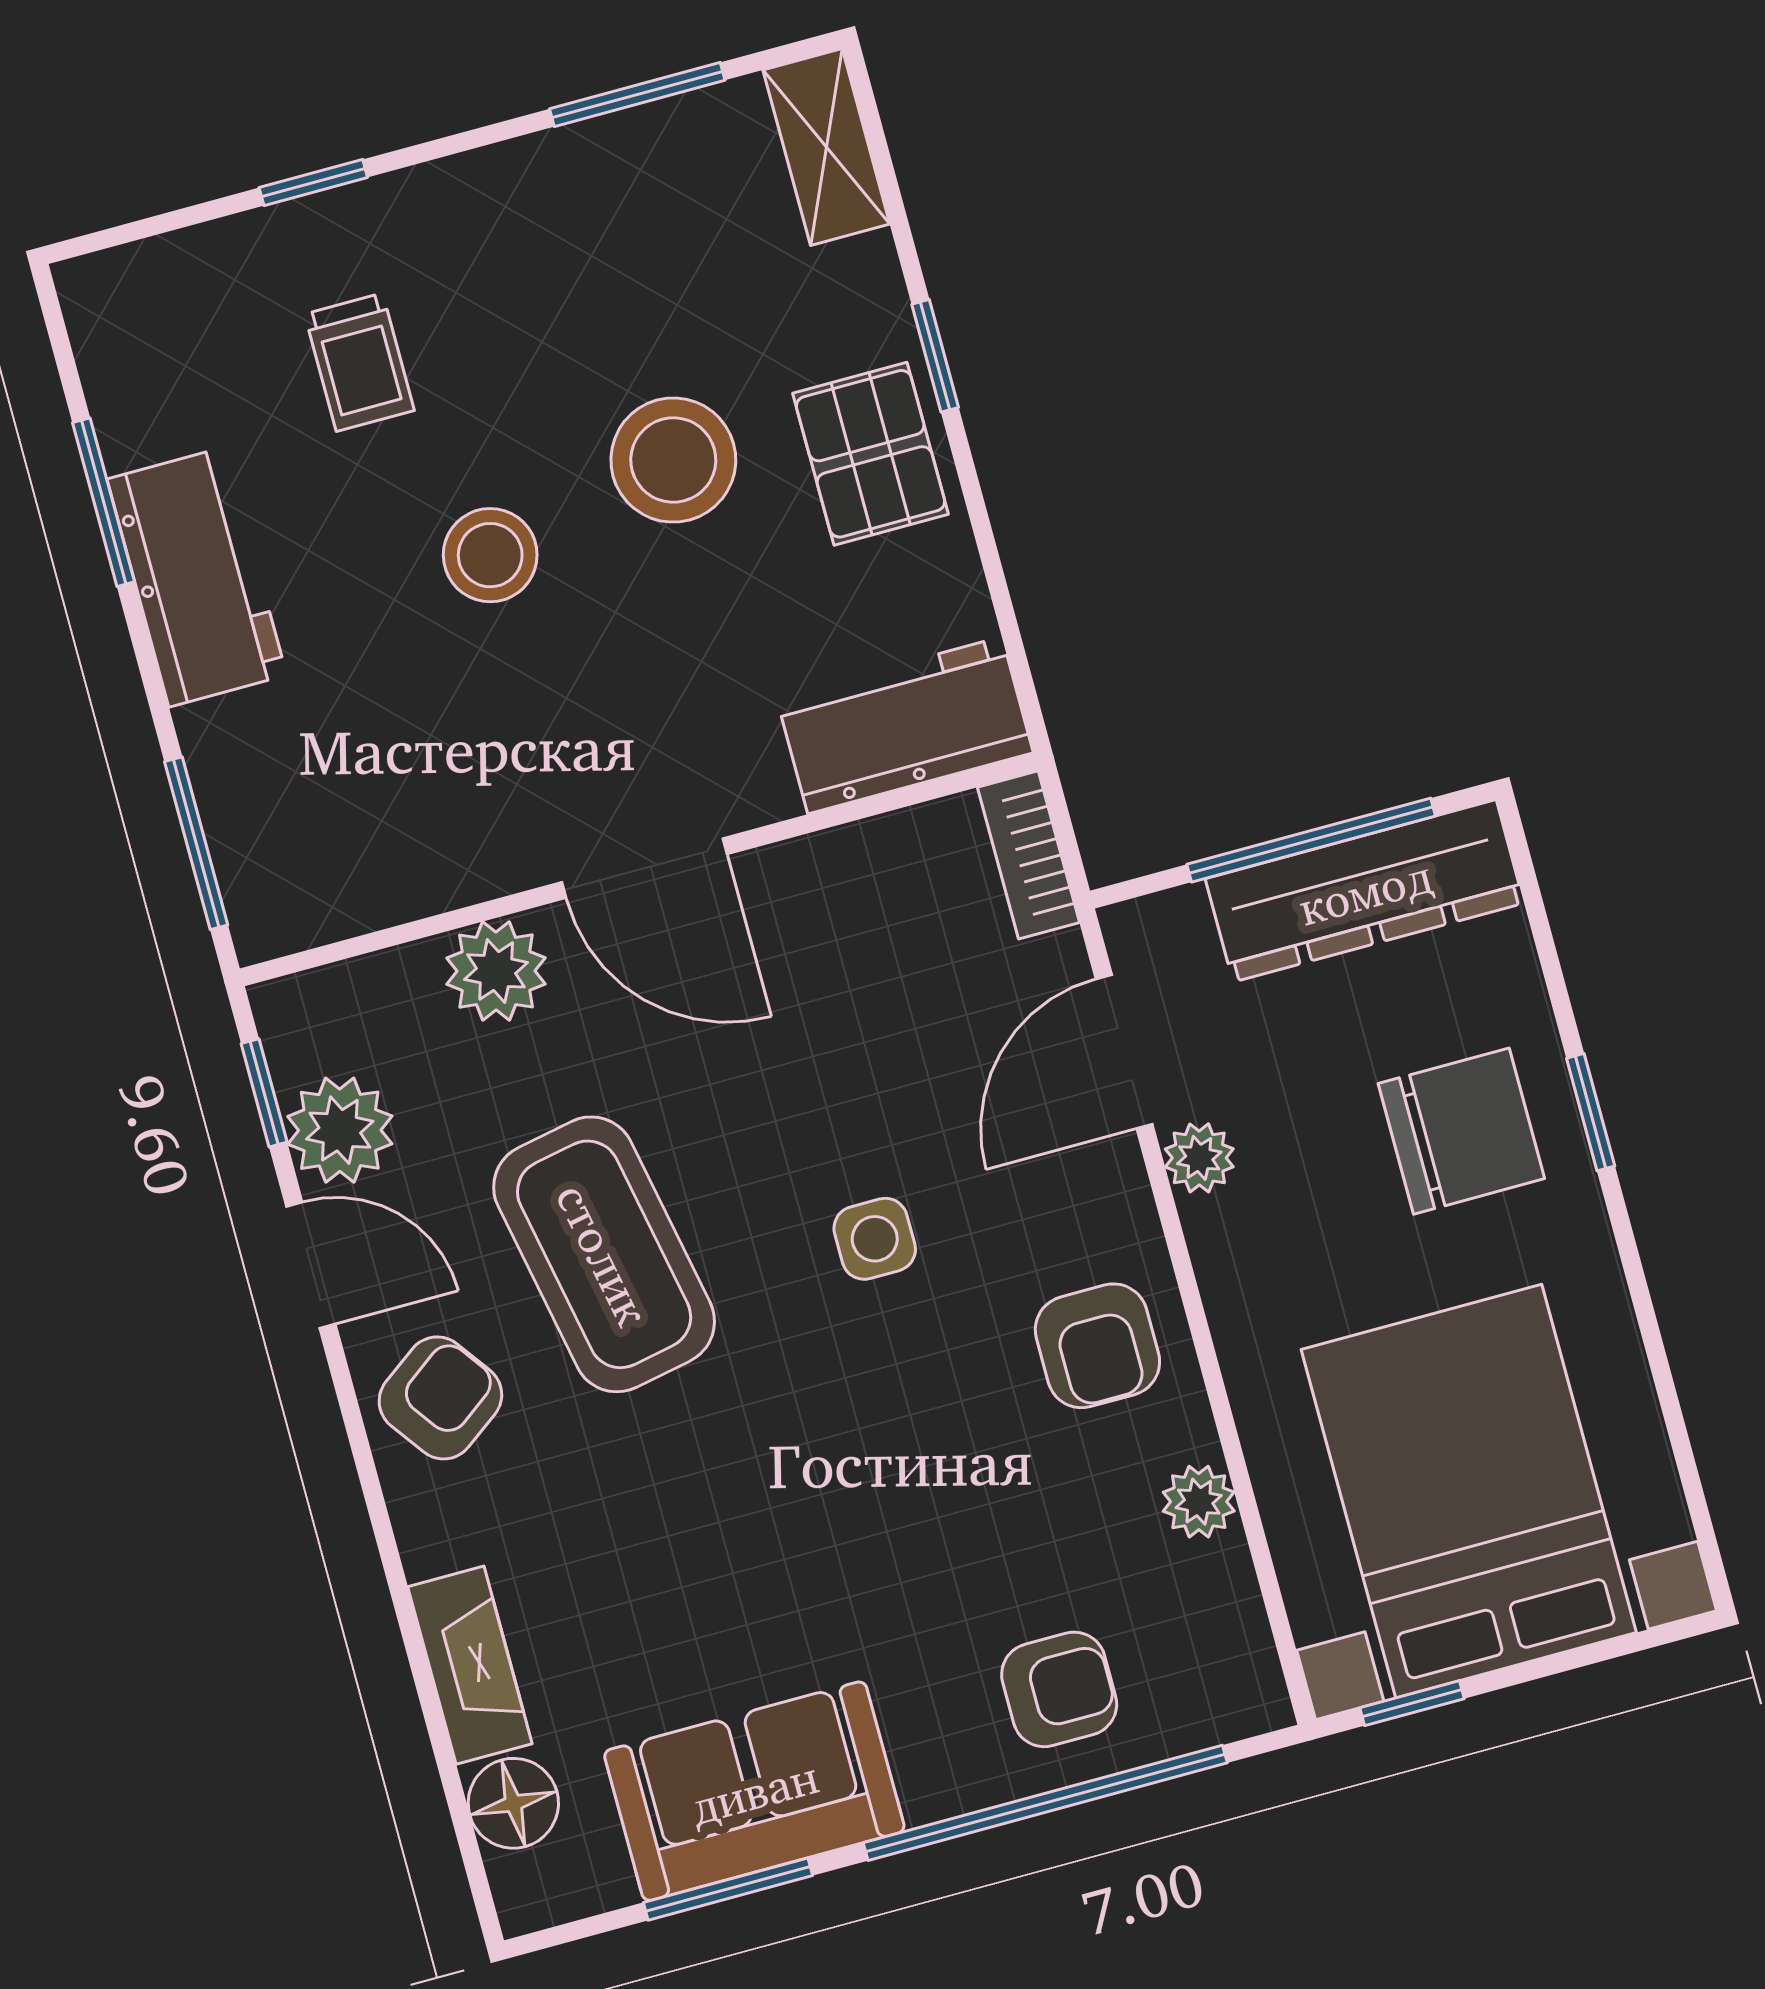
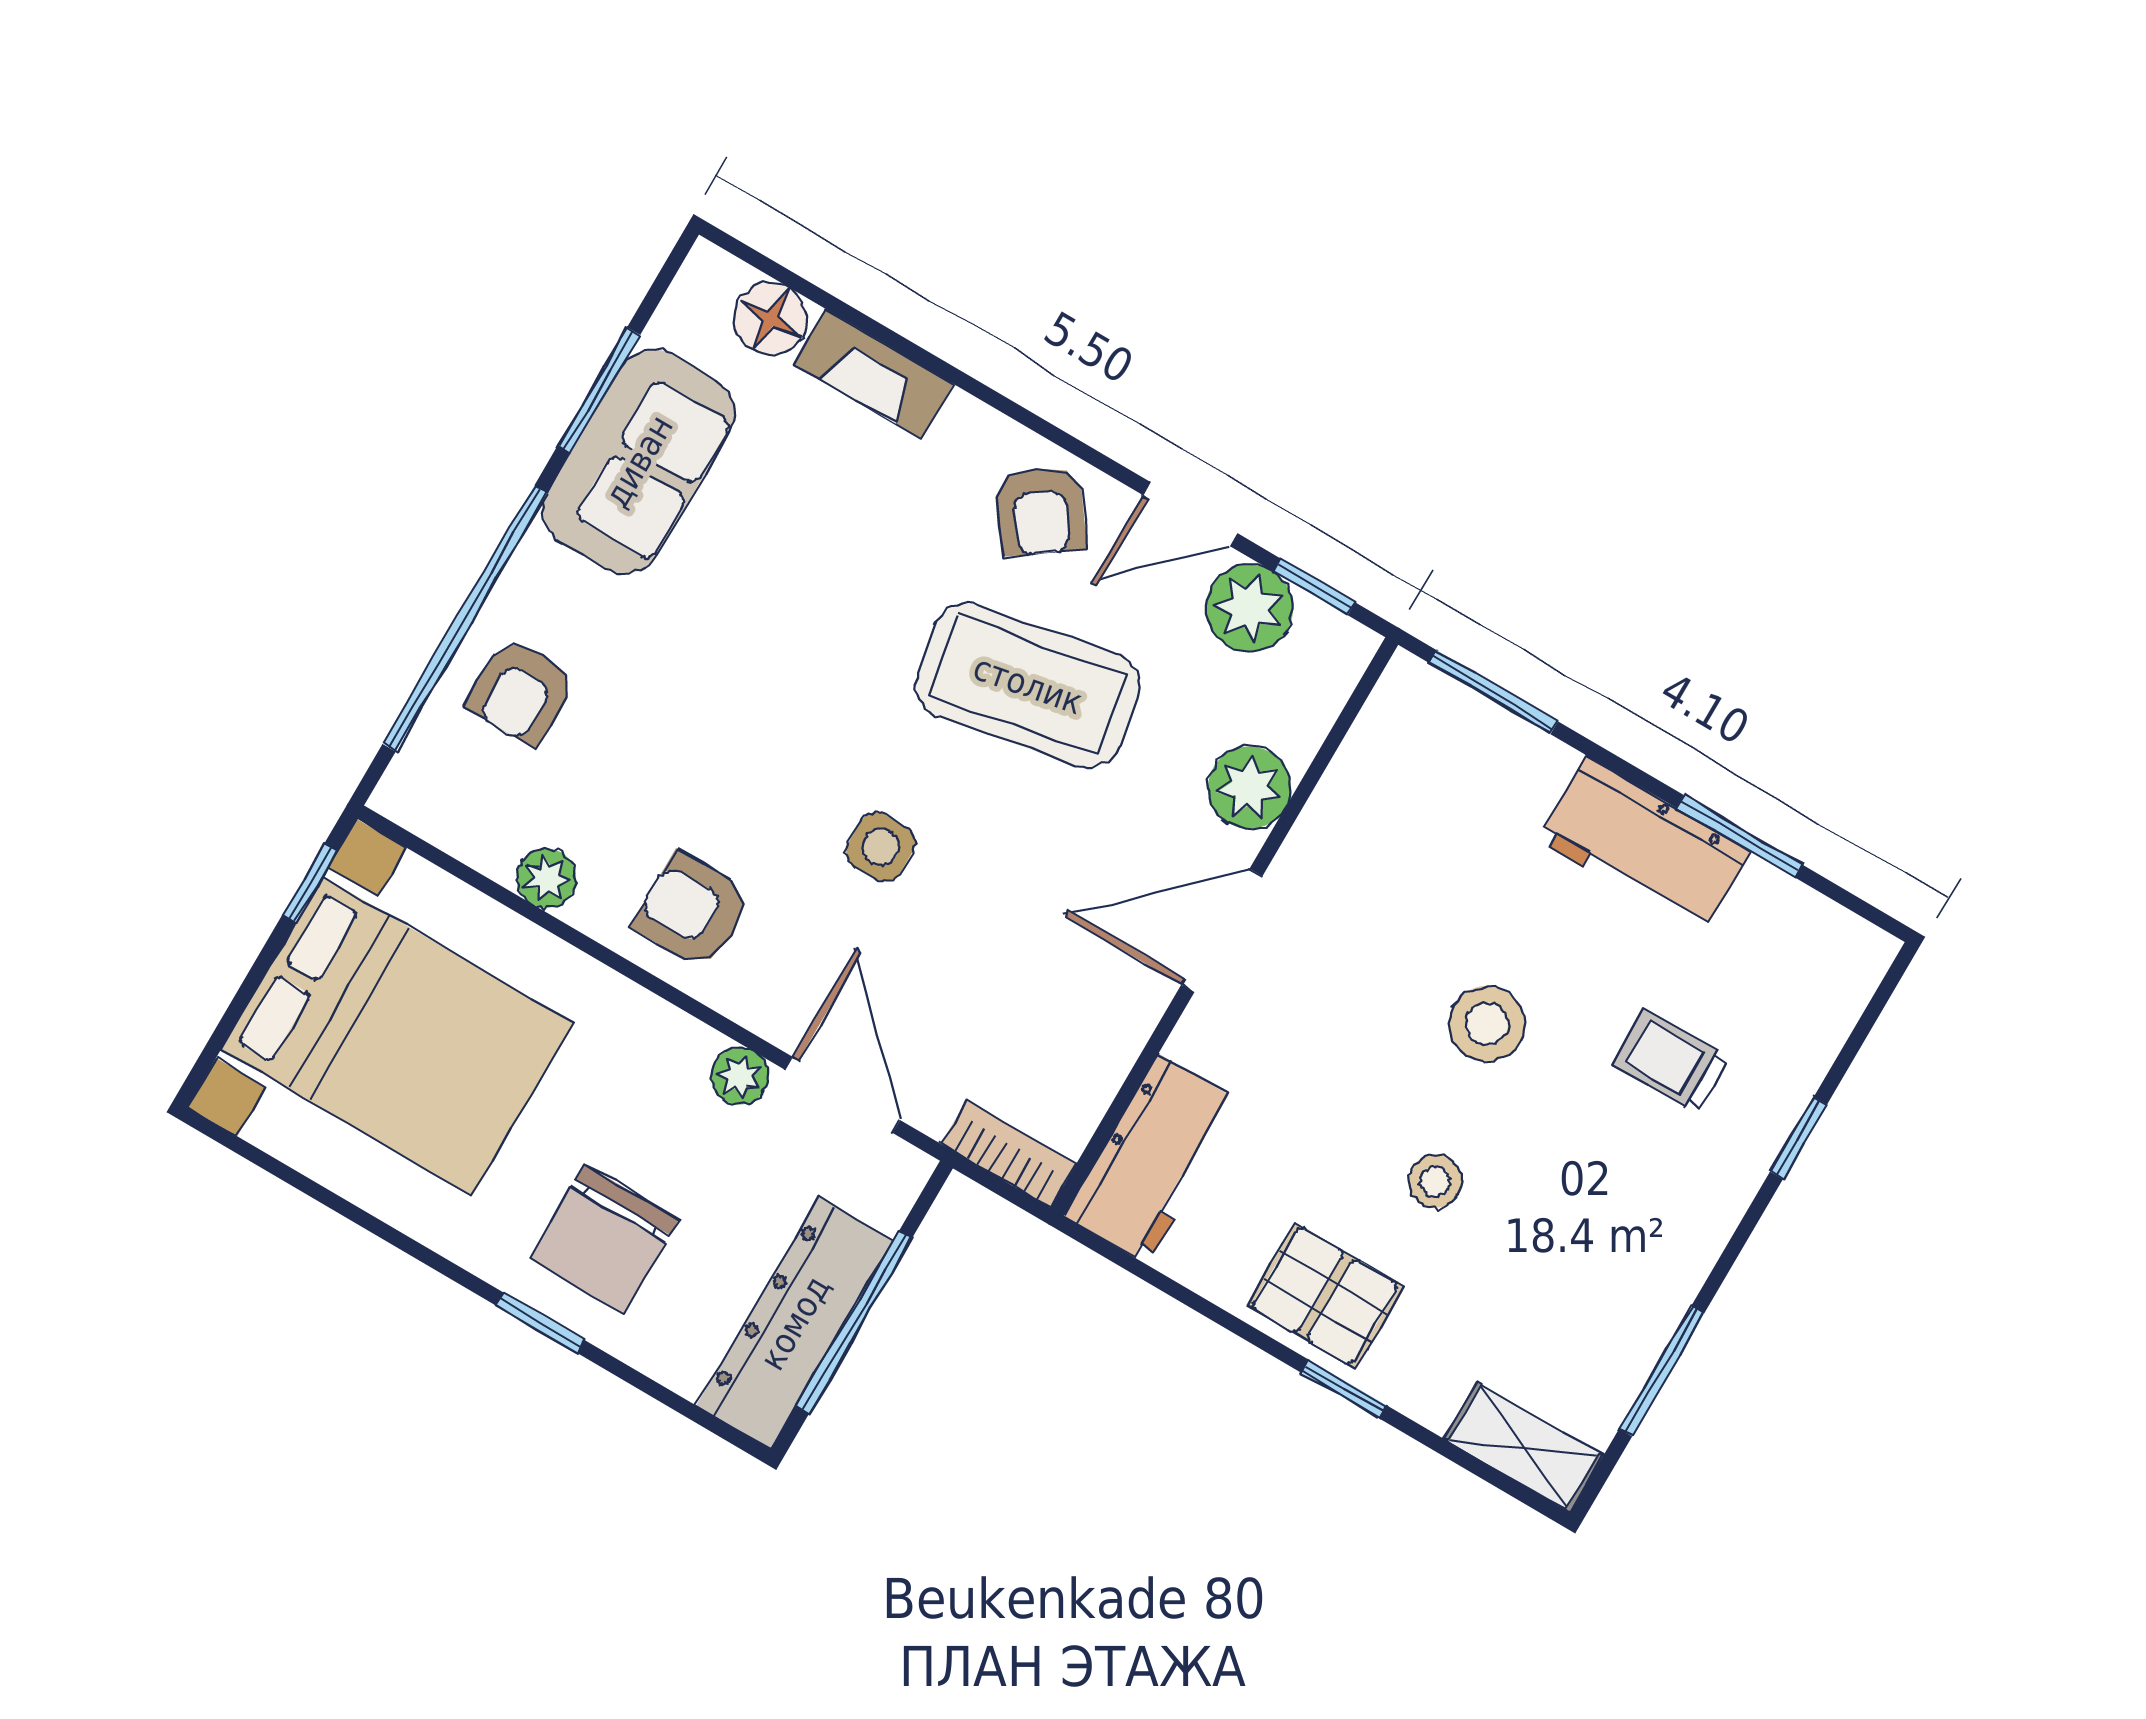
stool: (673, 460) -> (1435, 1181), width x0.53, depth x0.53

